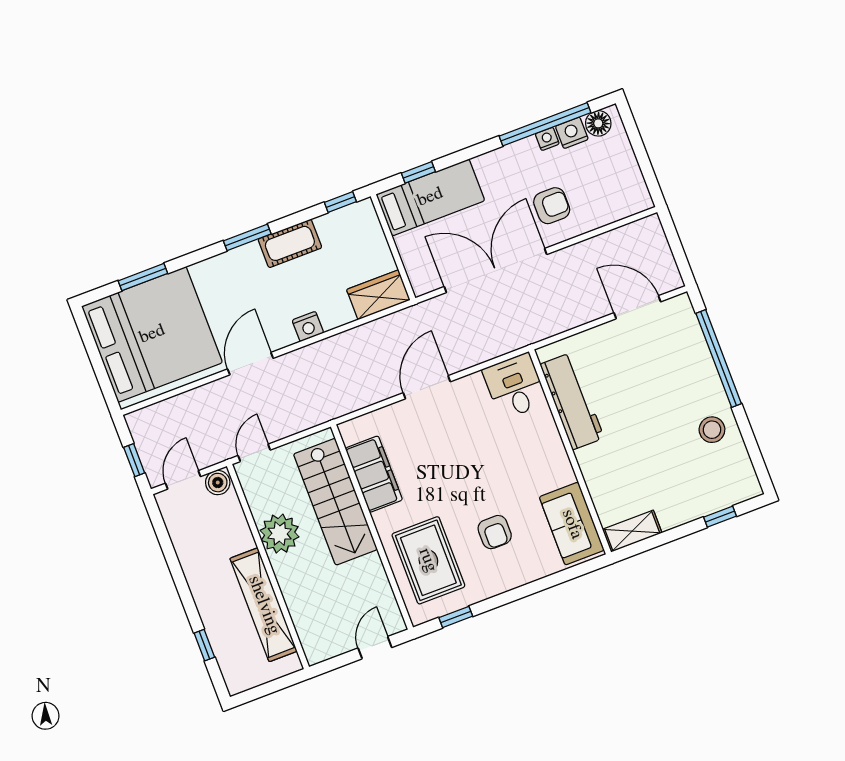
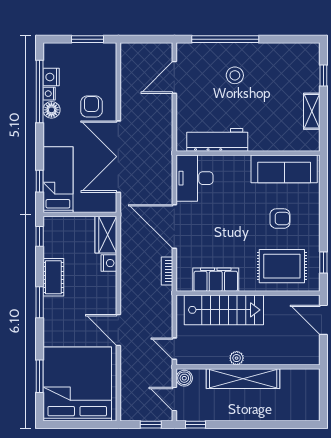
floor lamp: (598, 123) -> (51, 110), moved
window: (645, 164) -> (88, 39), added
nightstand: (308, 326) -> (109, 263), moved
desk: (515, 386) -> (195, 178), width x1.37
door: (427, 387) -> (174, 227), width x1.36
bookcase: (360, 401) -> (167, 271), added
stool: (712, 430) -> (235, 75), moved
sofa: (572, 524) -> (284, 169), width x1.36
shelving: (632, 531) -> (312, 111), moved
plant: (280, 534) -> (237, 358), width x0.53, depth x0.53
shelving: (264, 605) -> (243, 379), moved
window: (204, 645) -> (195, 425), moved
door: (375, 648) -> (323, 320), width x1.38

